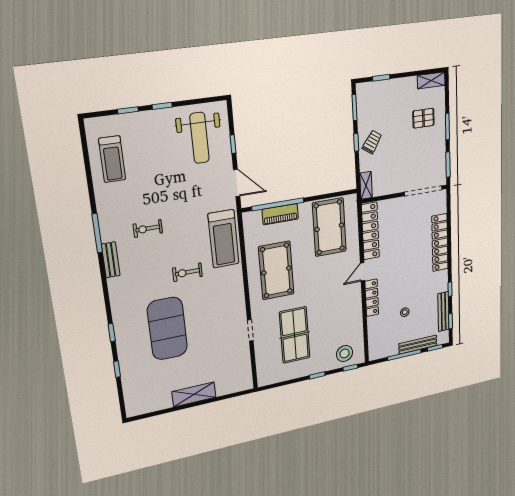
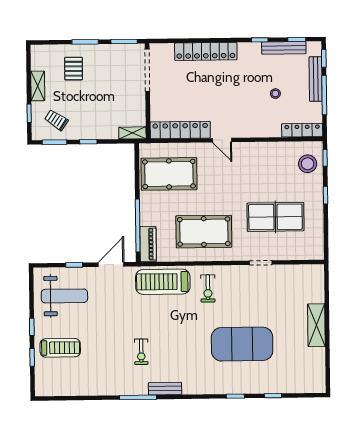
shelving: (431, 80) -> (38, 86), moved
trolley: (372, 142) -> (56, 120), moved
treadmill: (112, 159) -> (60, 348), moved
piano: (280, 214) -> (148, 244), moved
treadmill: (223, 239) -> (163, 282), turned 180
exercise bike: (187, 272) -> (208, 288), moved
locker: (372, 298) -> (302, 130), moved

